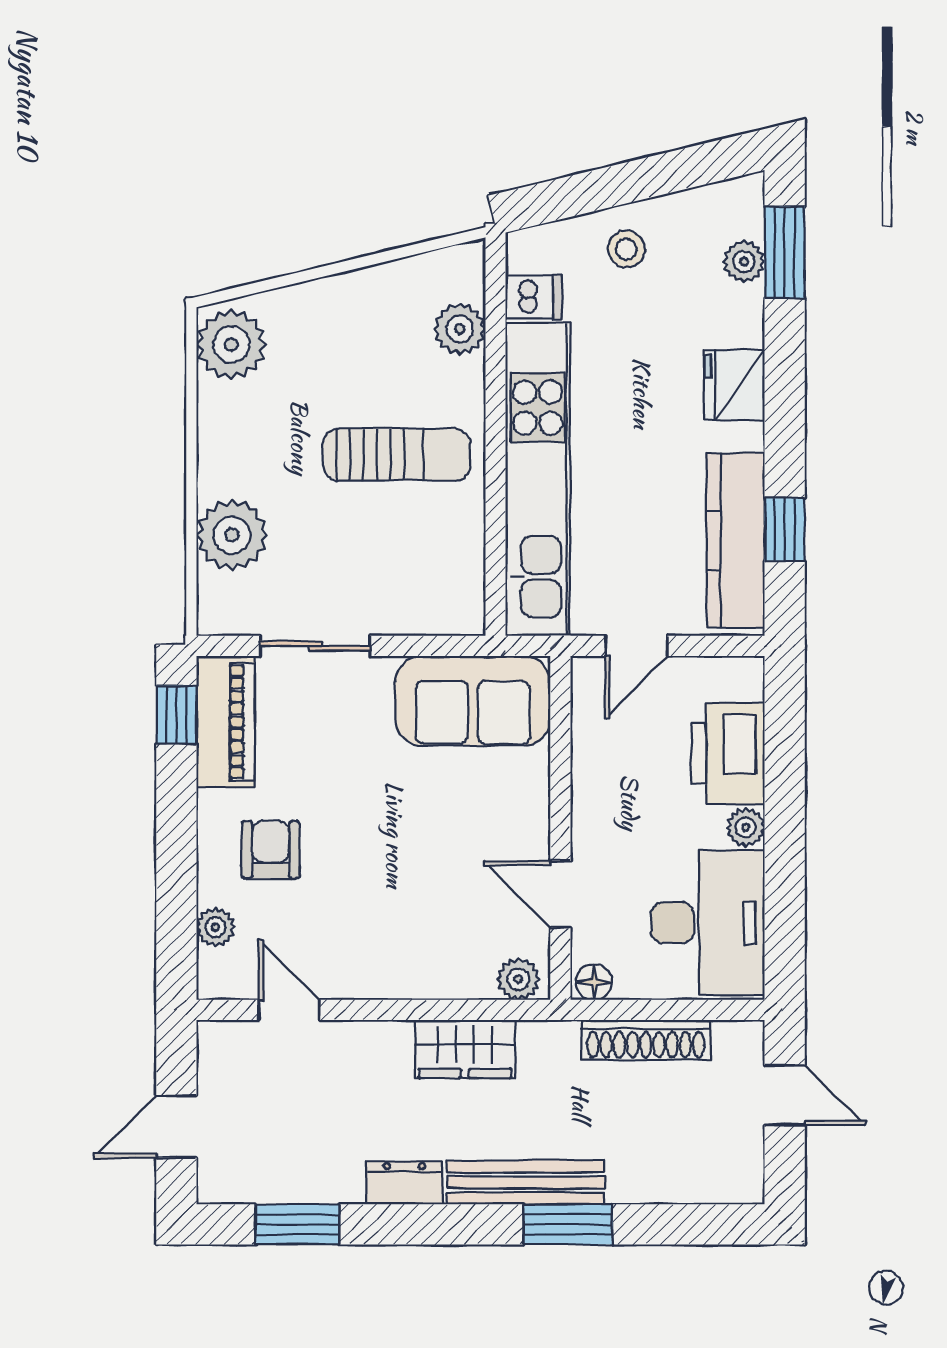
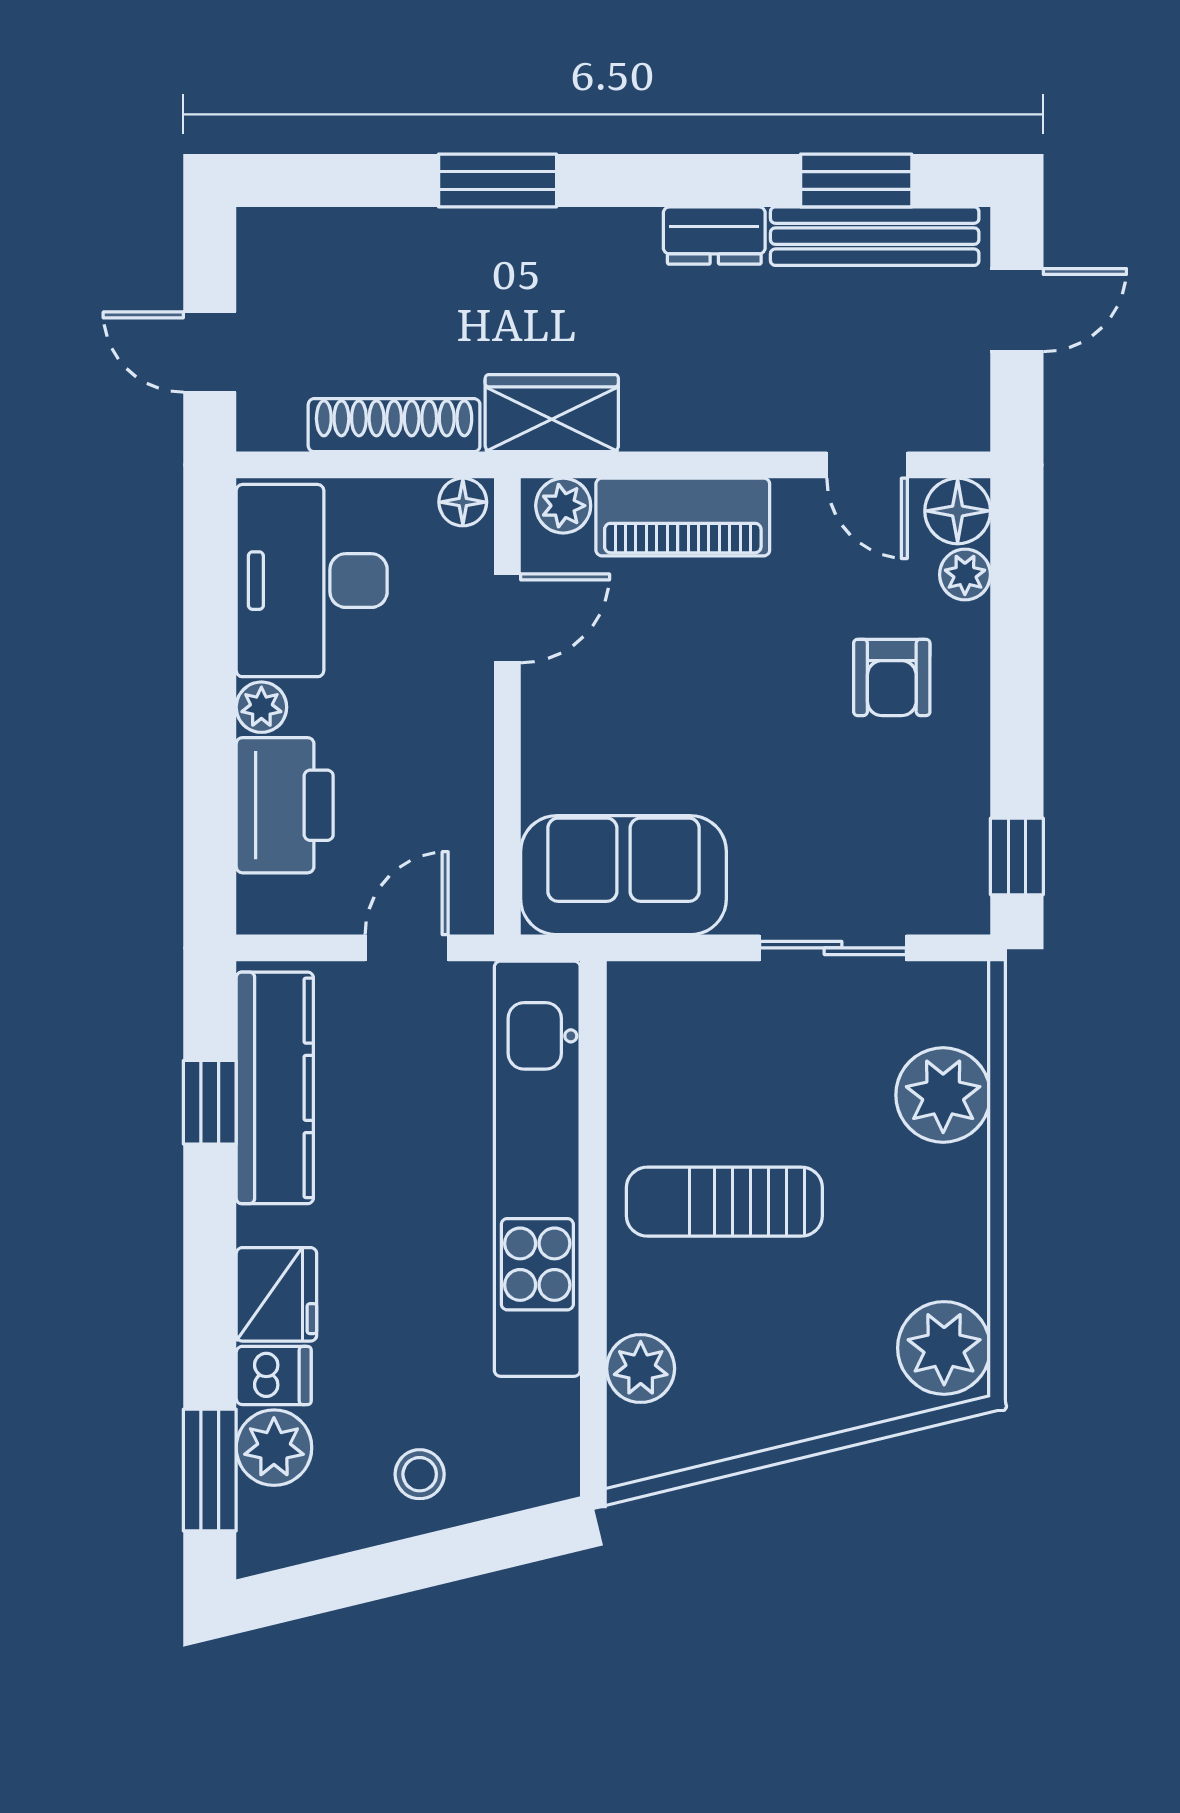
plant: (744, 262) -> (274, 1448), width x1.38, depth x1.38
dishwasher: (534, 297) -> (274, 1375), moved, turned 180
piano: (226, 722) -> (683, 517), moved, turned -90
door: (560, 894) -> (507, 618), hinge flipped
floor lamp: (221, 975) -> (958, 511), added
wardrobe: (465, 1049) -> (552, 413), moved
bench: (525, 1182) -> (875, 236), moved

